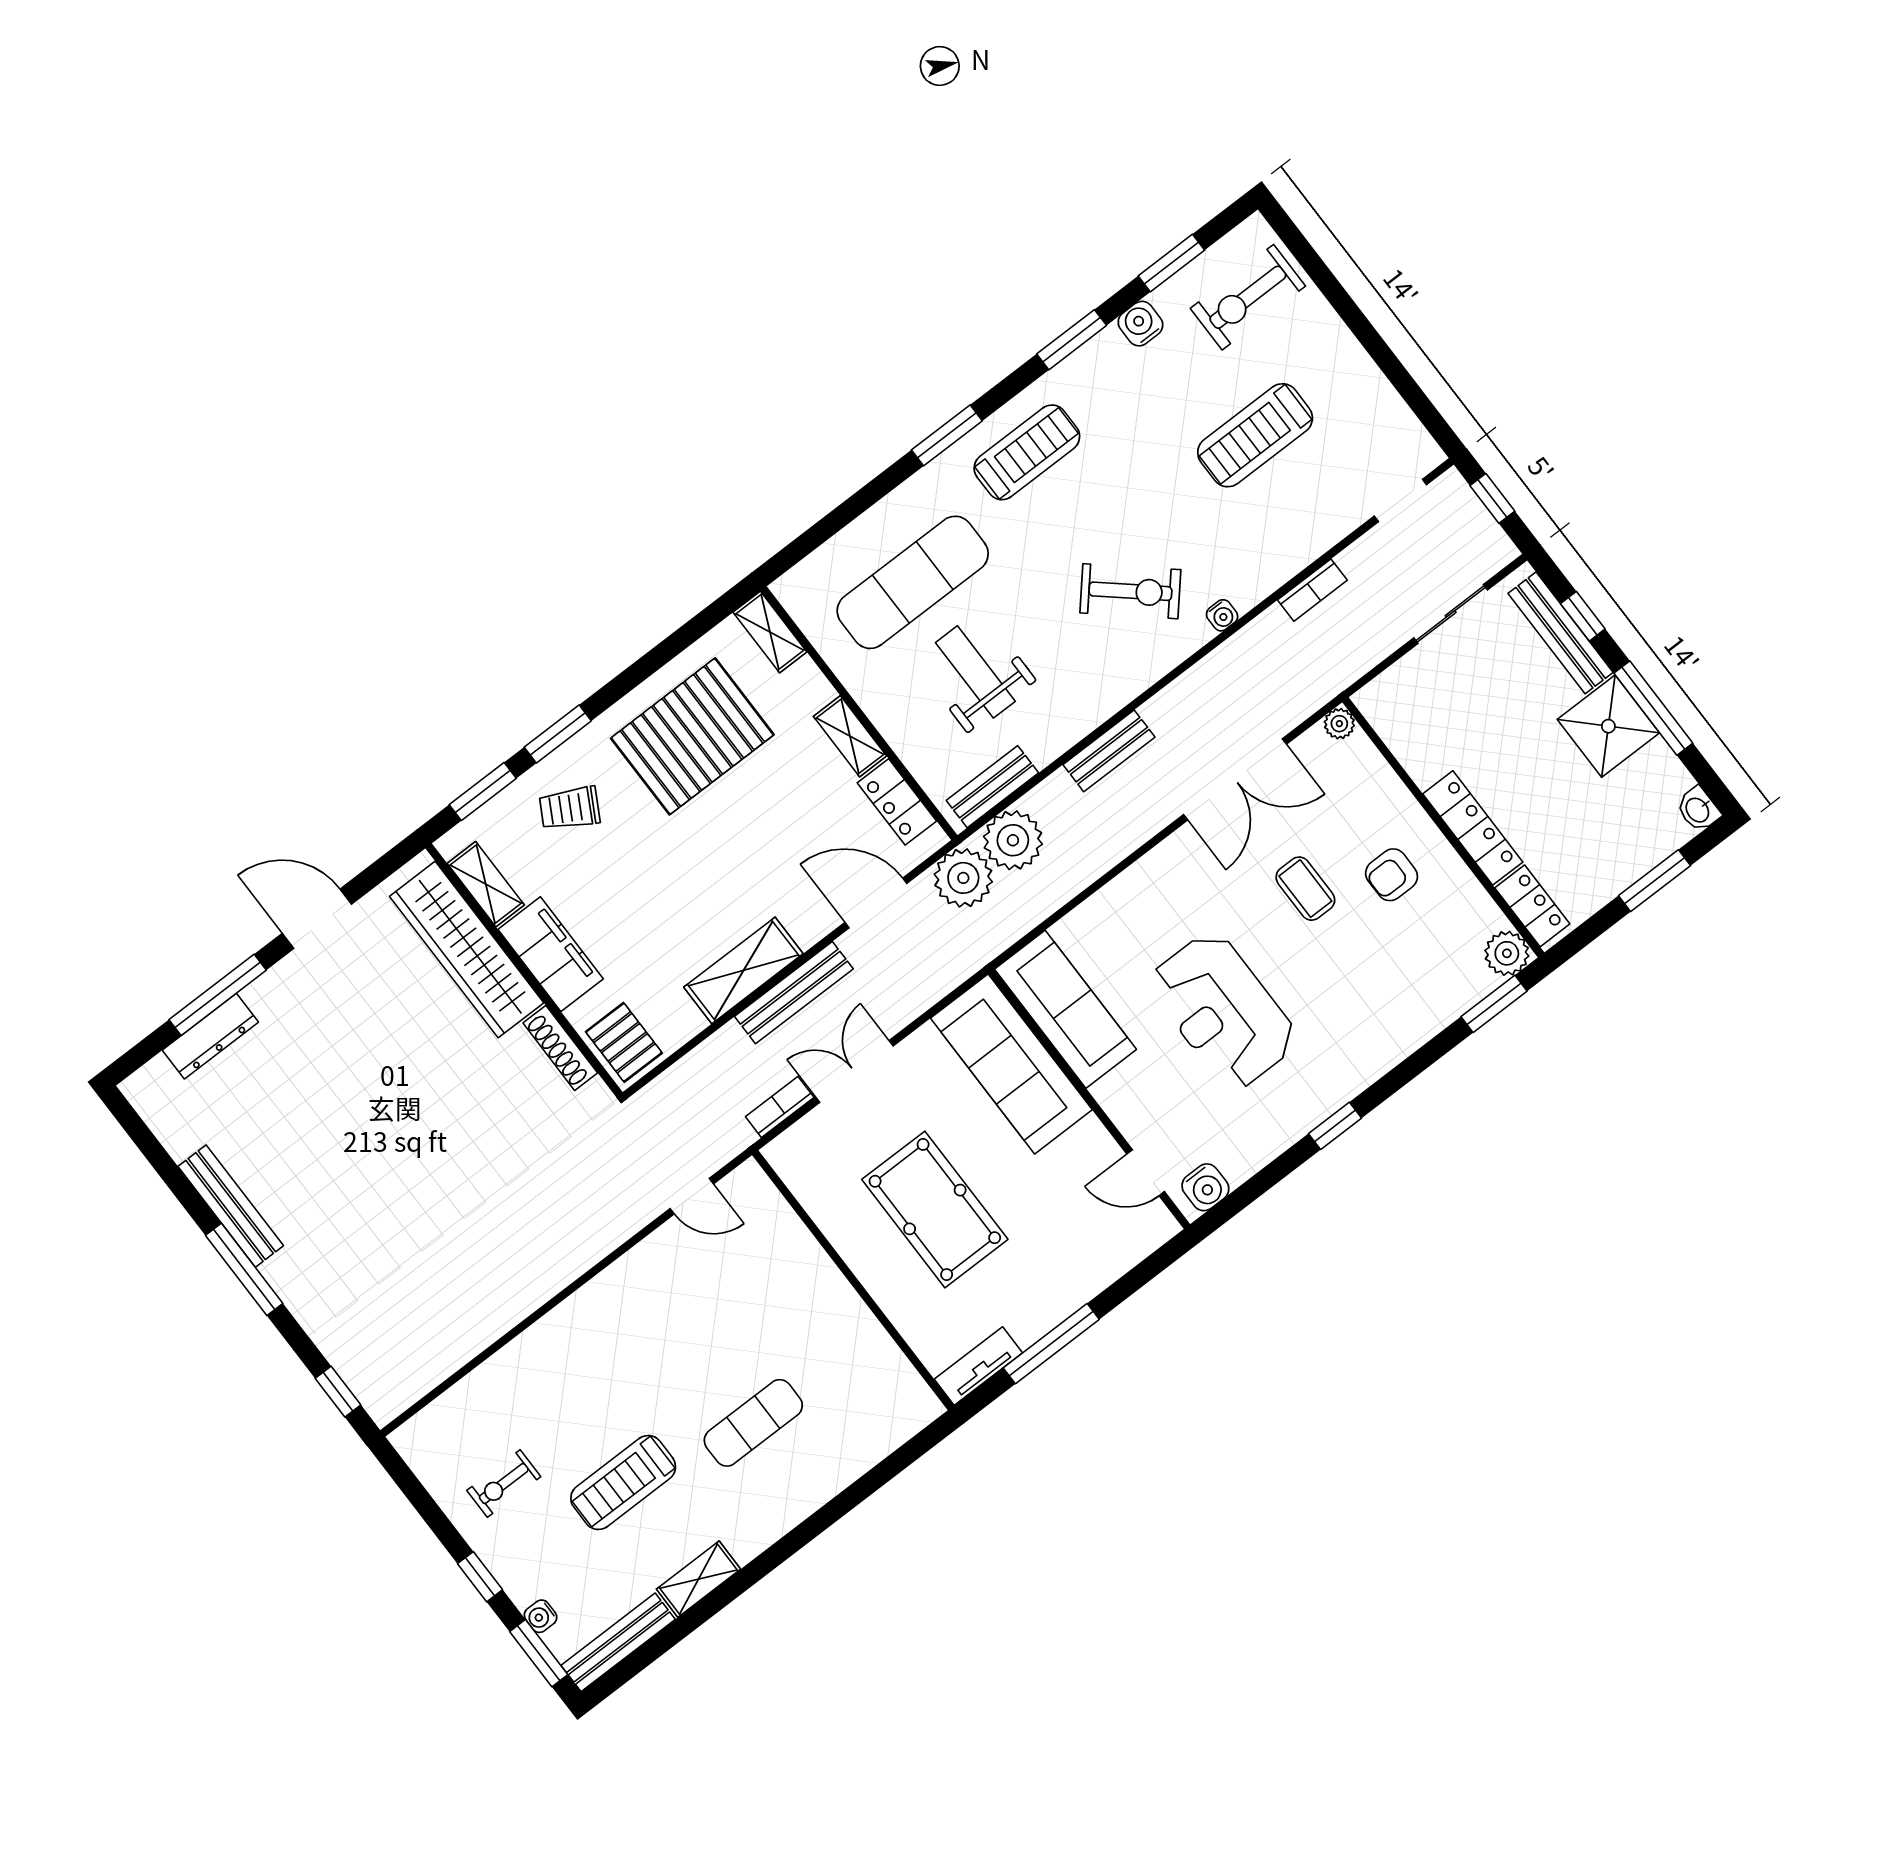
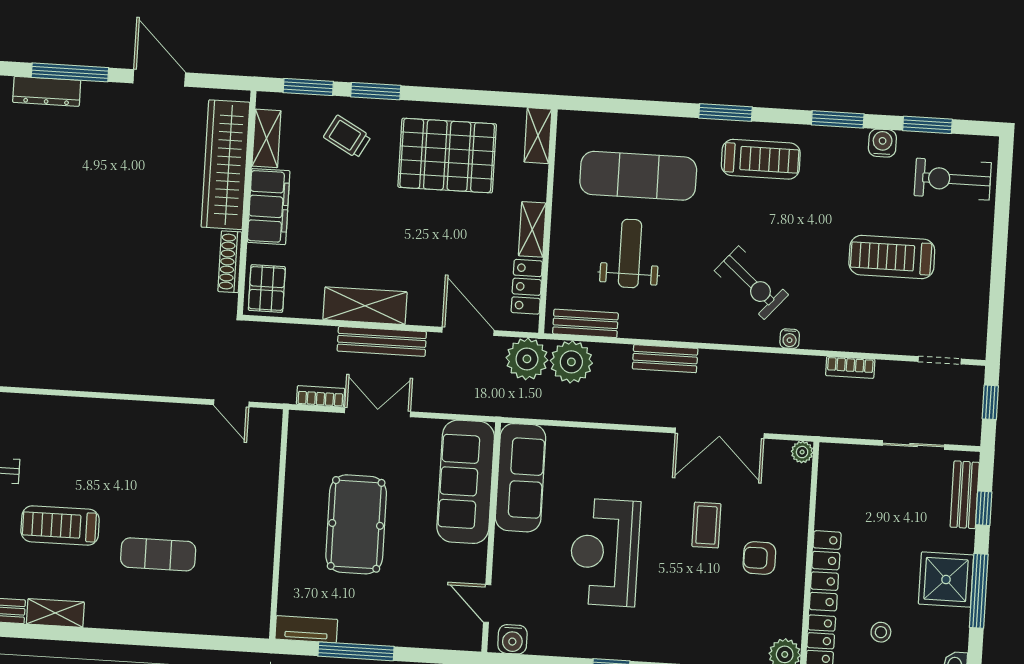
bench: (1561, 633) -> (965, 495), width x0.73
stool: (1588, 842) -> (881, 632), added

